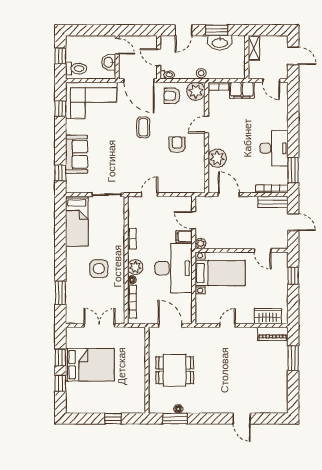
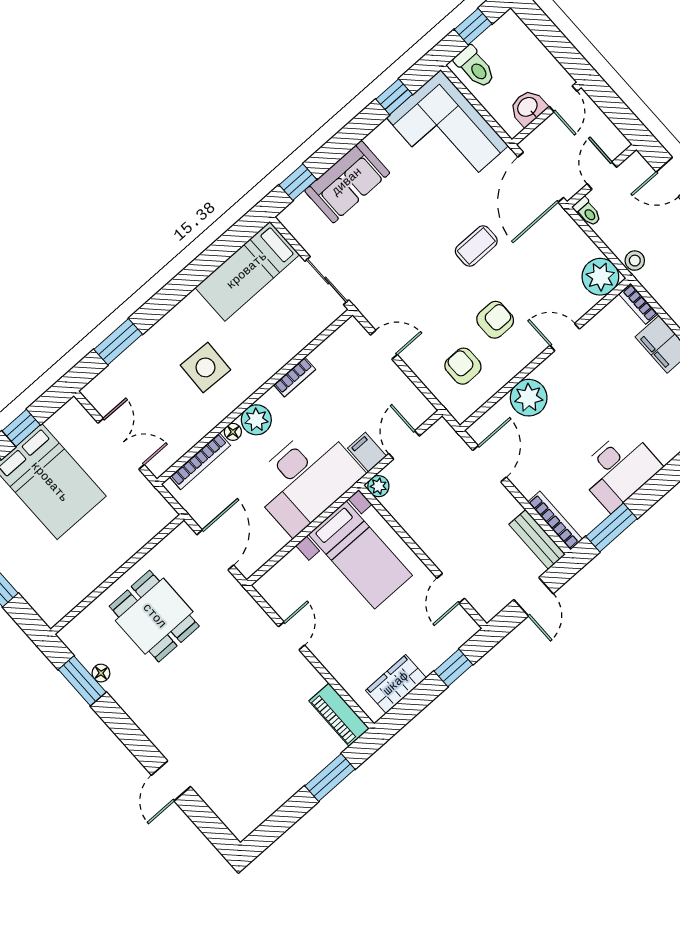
armchair: (172, 96) -> (463, 366), moved
wardrobe: (268, 316) -> (396, 684), moved, turned -90
door: (228, 326) -> (292, 636), hinge flipped

